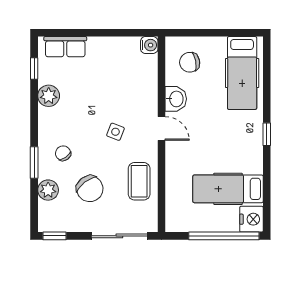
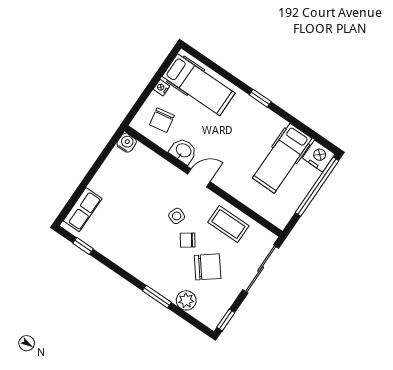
nightstand: (217, 43) -> (161, 88), added
plant: (49, 96) -> (112, 249), removed
chair: (63, 153) -> (188, 240), moved

